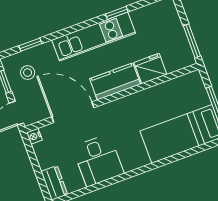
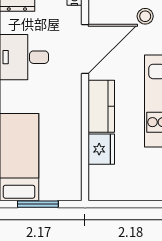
window: (192, 41) -> (114, 204), removed

